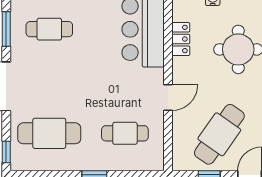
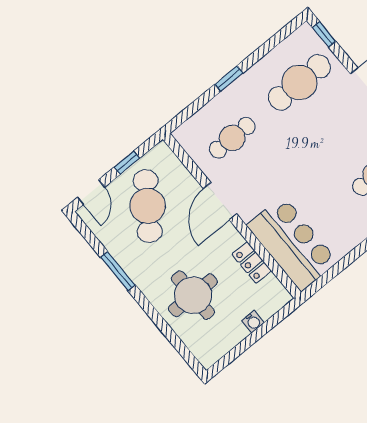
door: (168, 98) -> (220, 201), width x1.38

